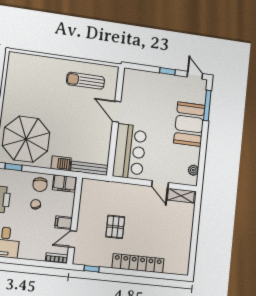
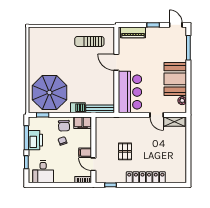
piano: (142, 77) -> (133, 32), added
booth: (189, 124) -> (175, 79), moved
door: (72, 239) -> (93, 164), hinge flipped

